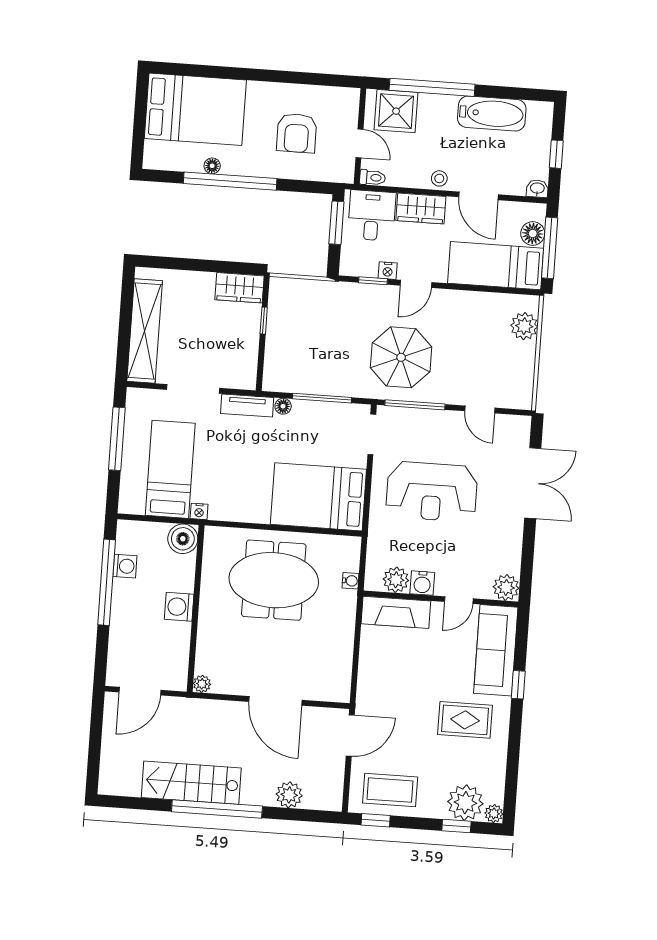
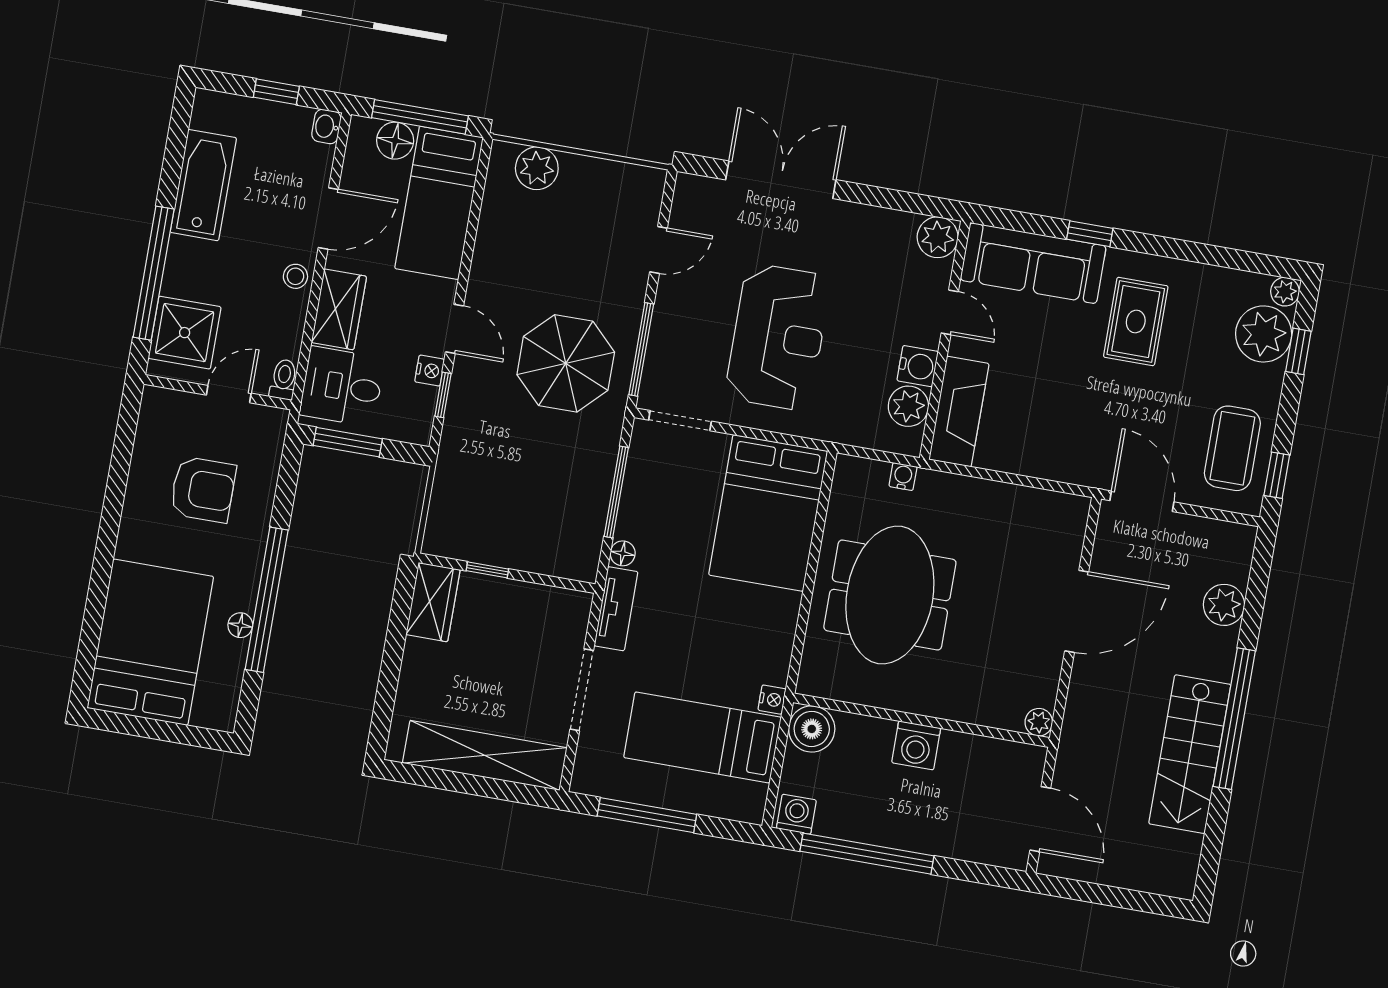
washing machine: (125, 566) -> (796, 814), moved

